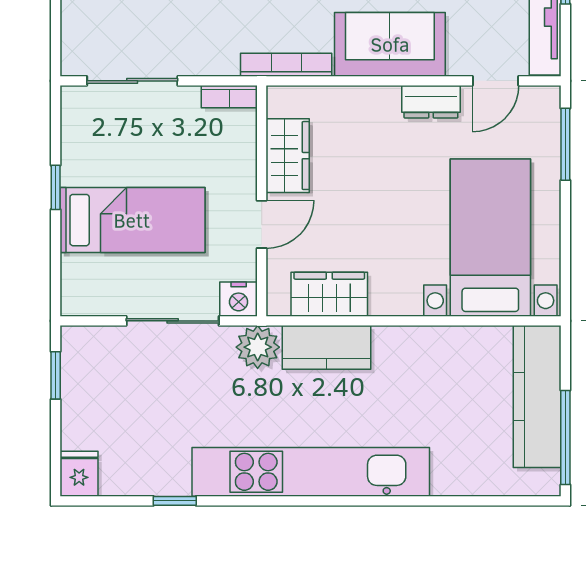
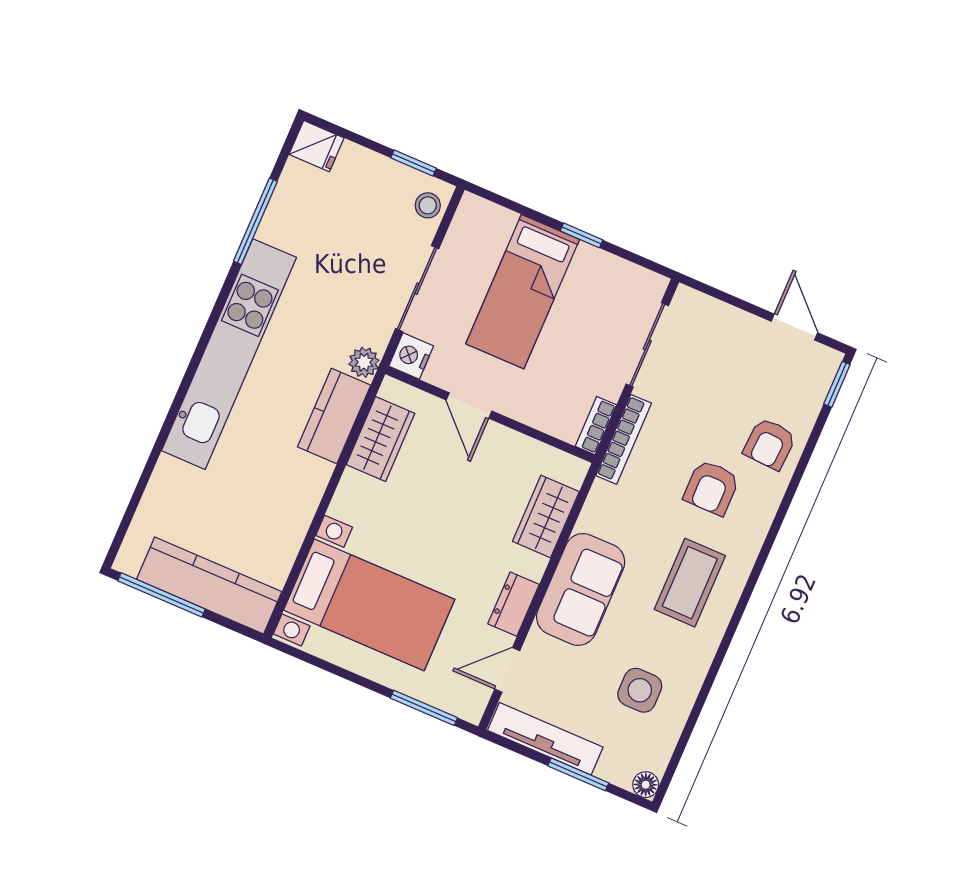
bookcase: (286, 65) -> (624, 439), moved
door: (496, 81) -> (507, 670), hinge flipped
wardrobe: (288, 156) -> (546, 516), moved, turned 90
stool: (90, 345) -> (428, 205), added
plant: (258, 347) -> (364, 362), width x0.73, depth x0.73
window: (175, 501) -> (255, 221), width x2.17

